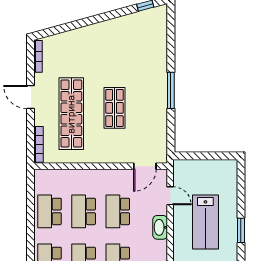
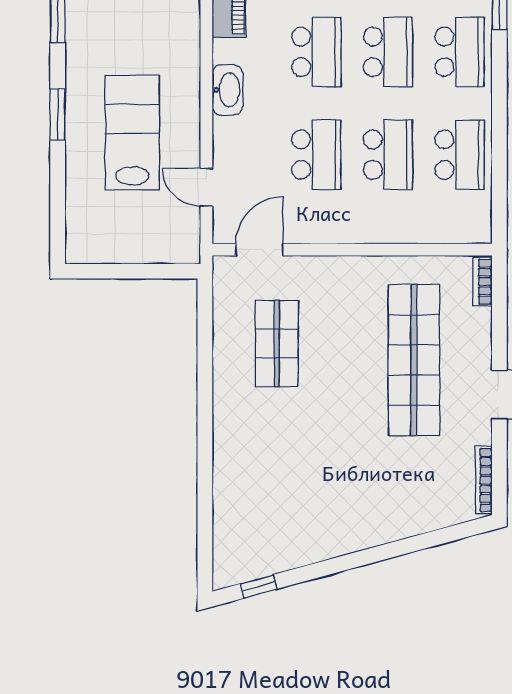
window: (171, 90) -> (205, 409), removed
shop shelf: (115, 108) -> (277, 343), moved
bookcase: (39, 144) -> (483, 282), width x0.64
washbasin: (160, 227) -> (227, 90), moved

